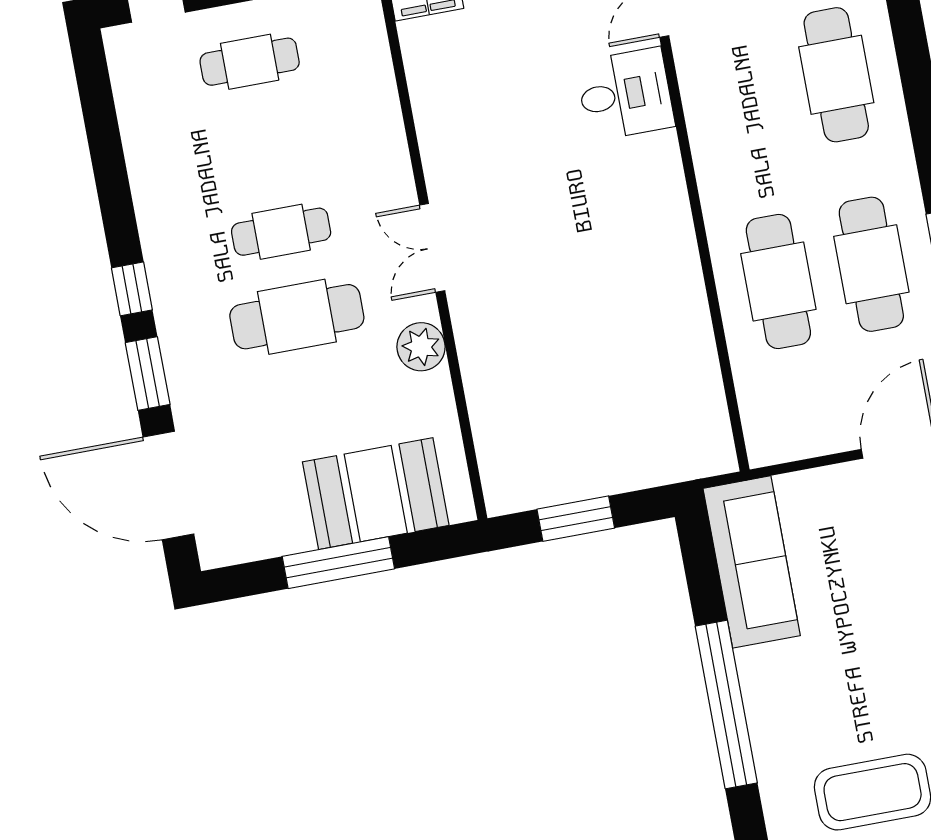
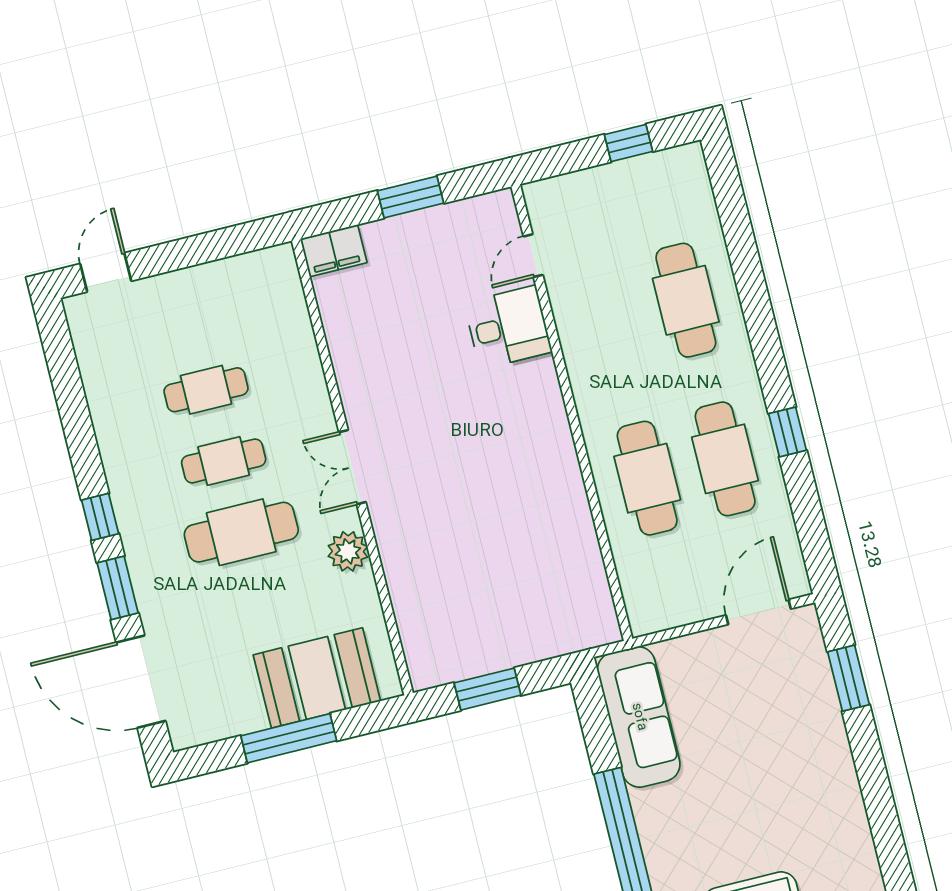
cafe table: (250, 62) -> (206, 390), moved

